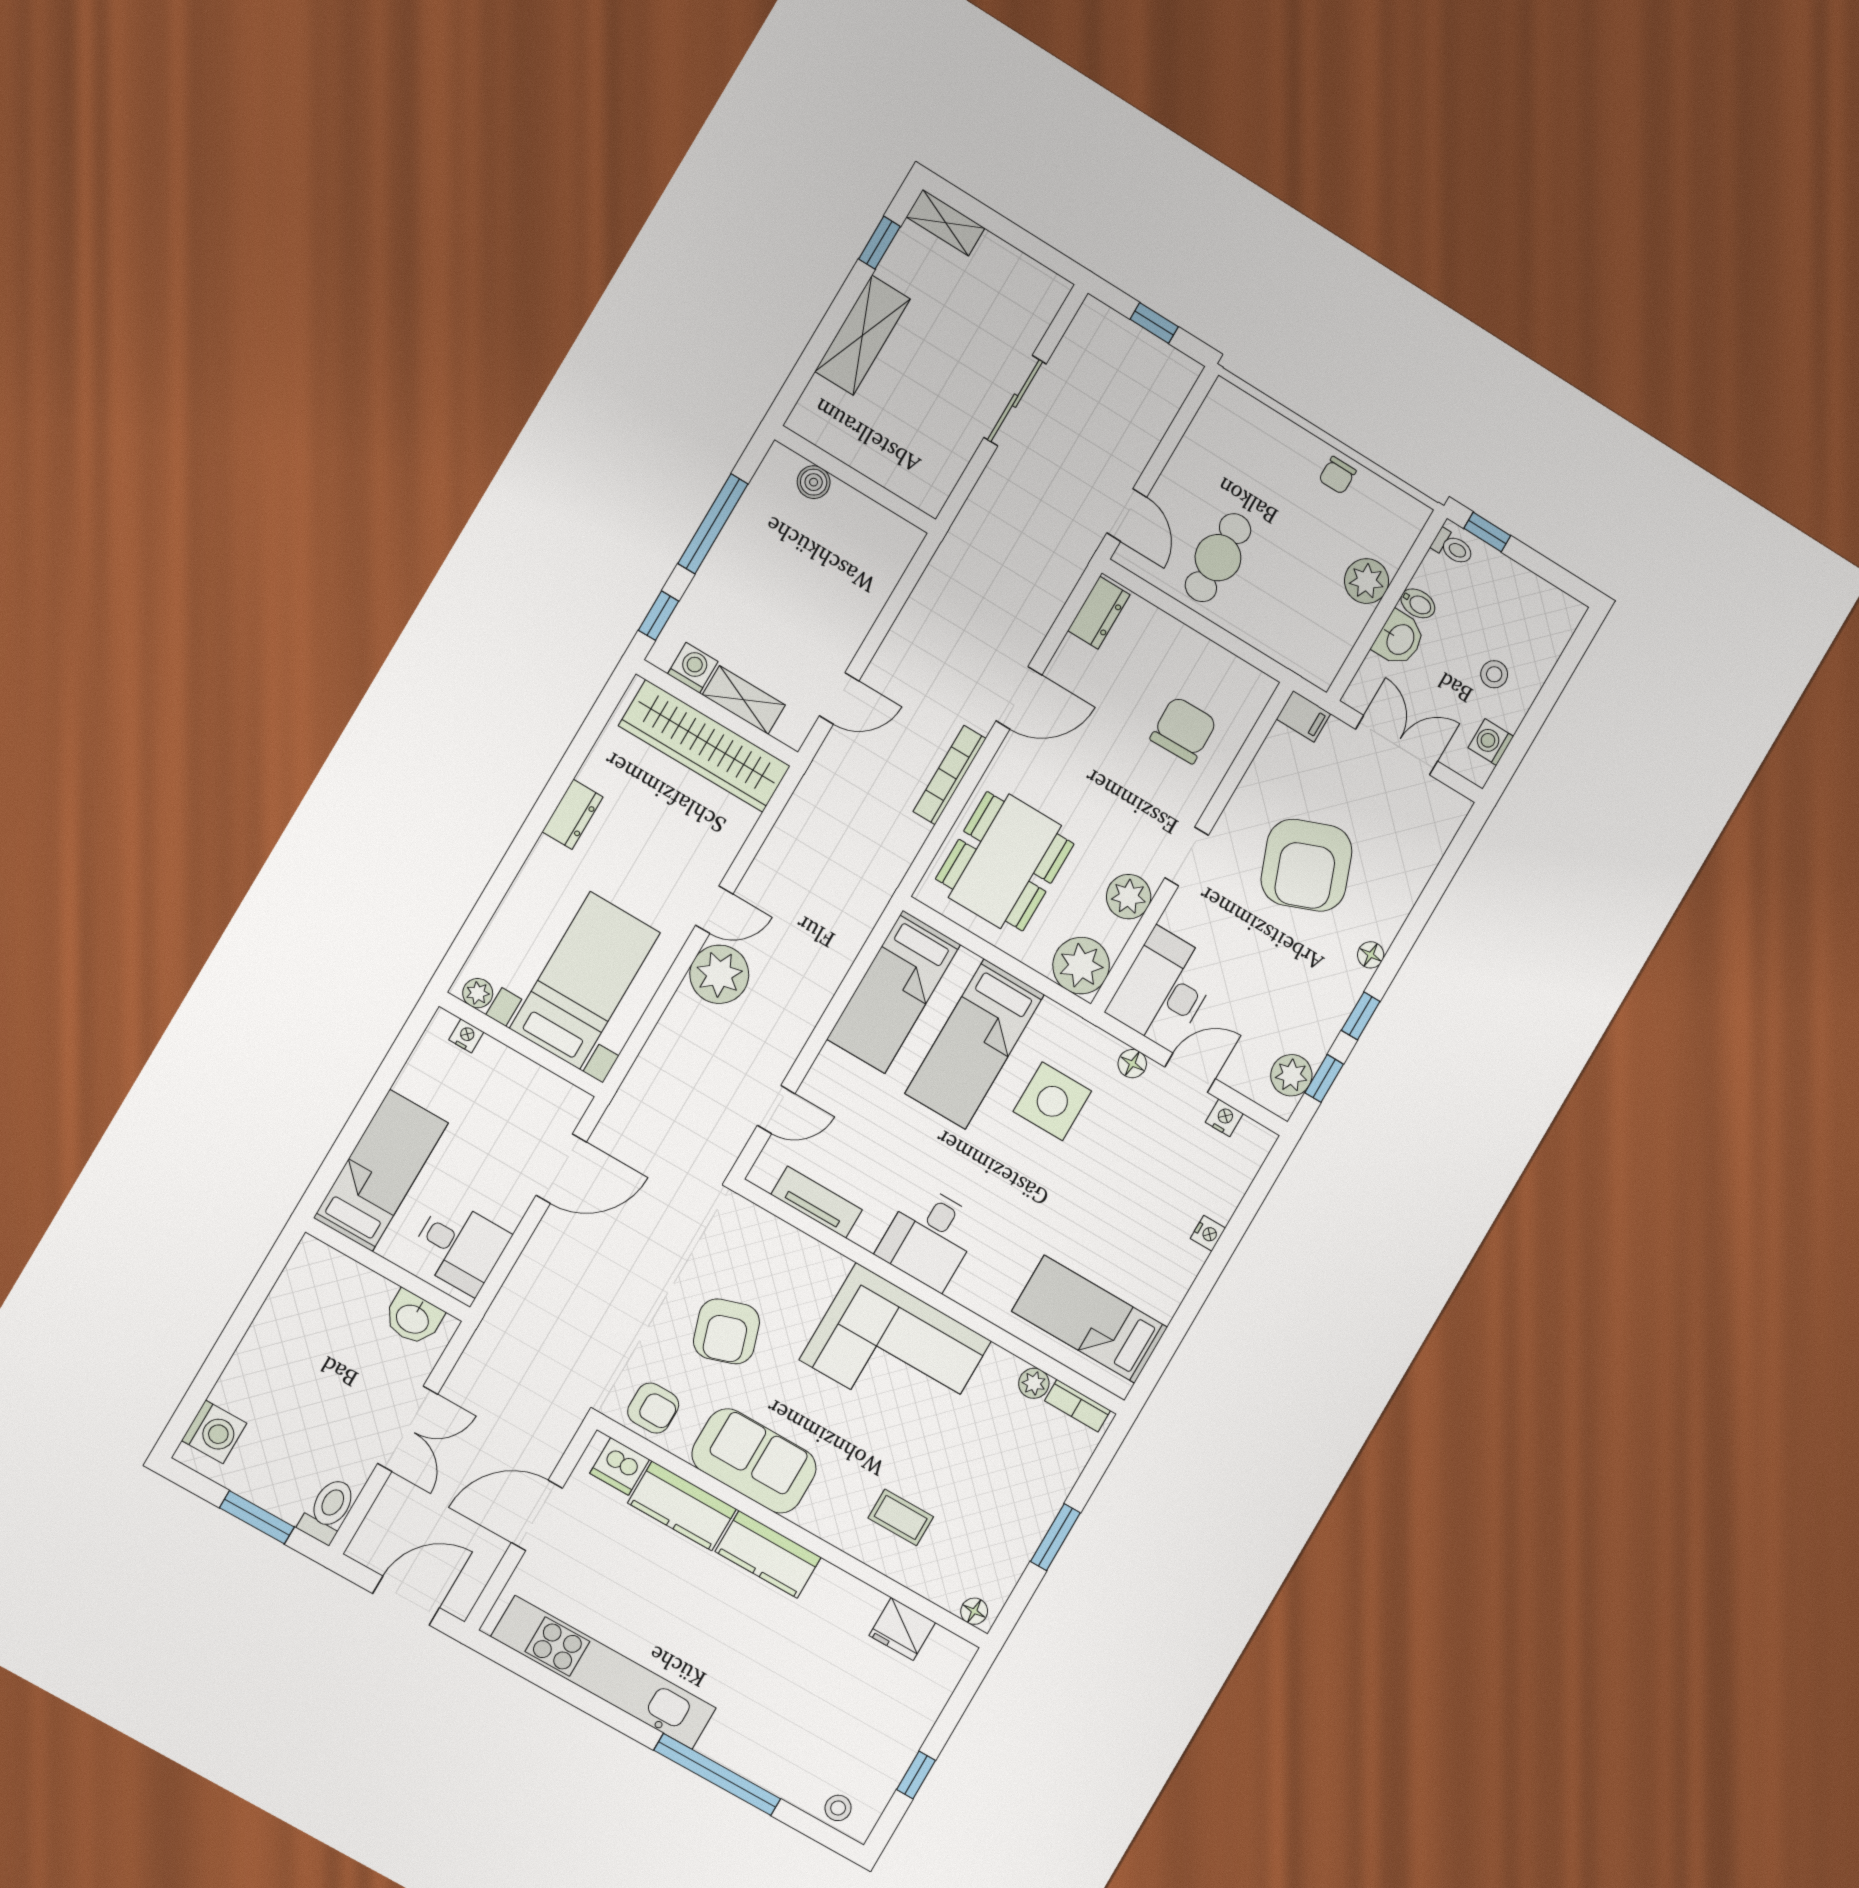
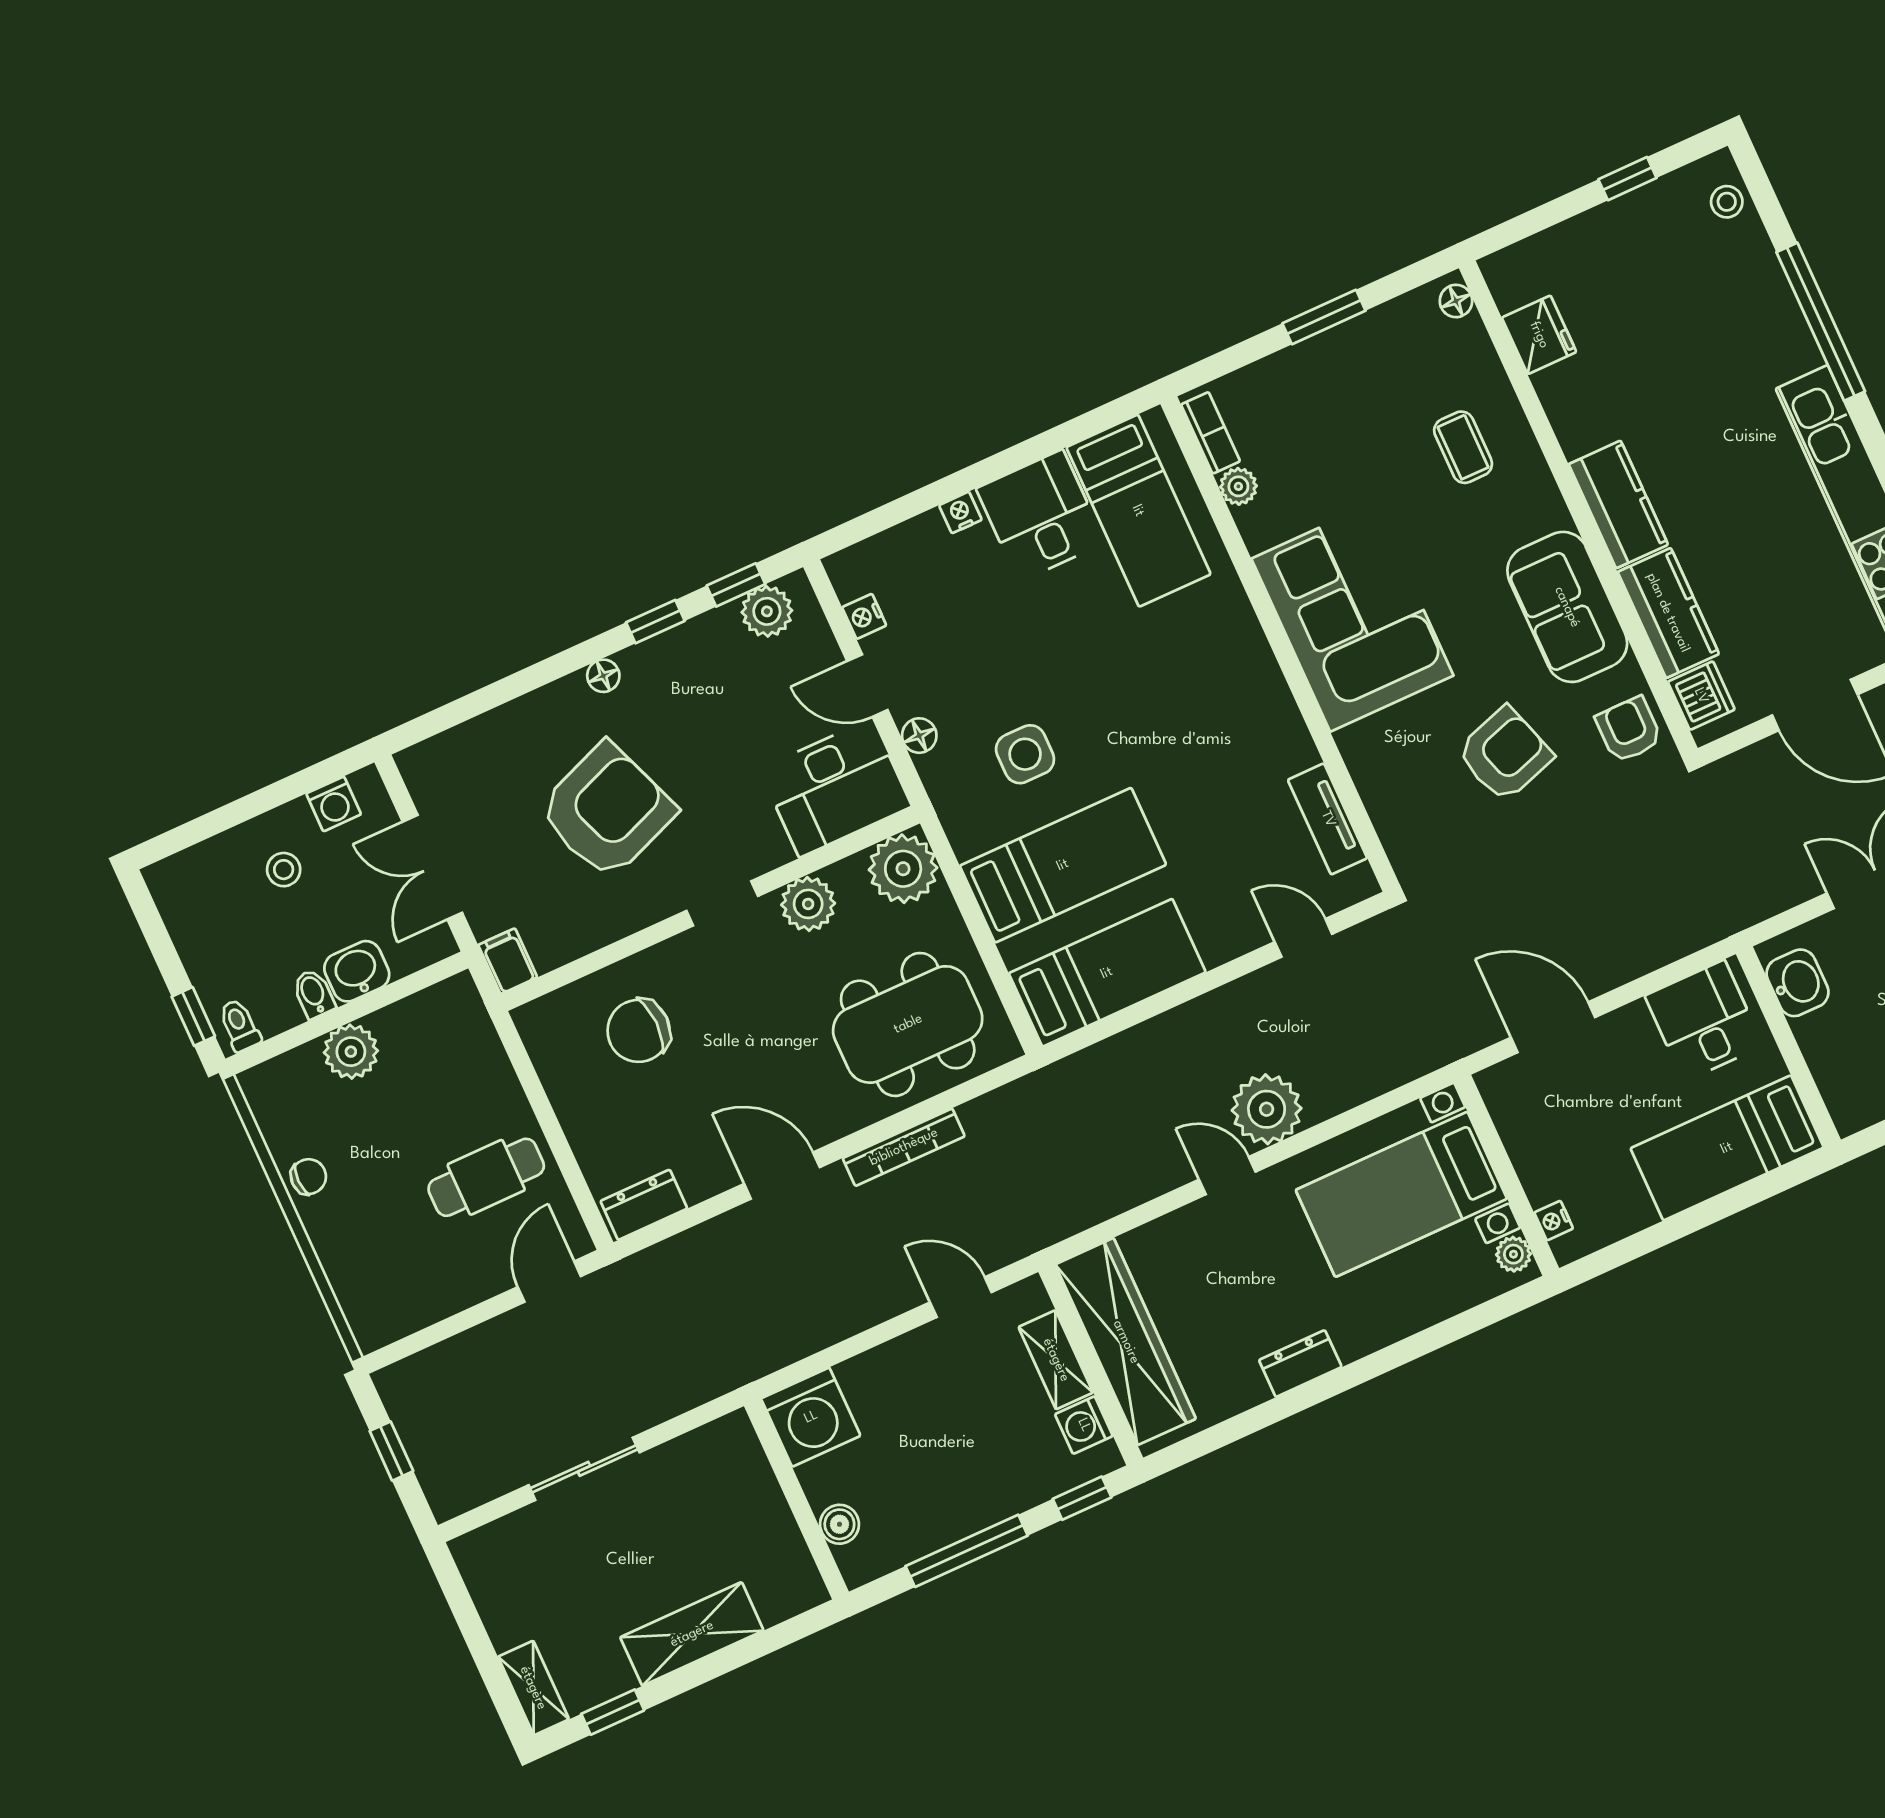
washing machine: (885, 544) -> (811, 1417), added
side table: (1052, 1101) -> (1025, 754), width x0.73, depth x0.73
desk: (929, 1237) -> (1041, 516), moved, turned -90

